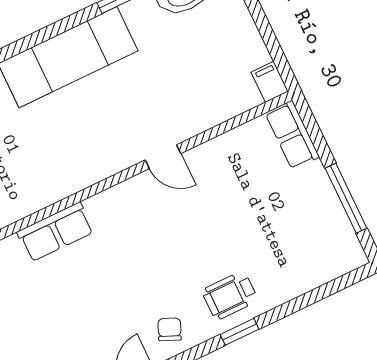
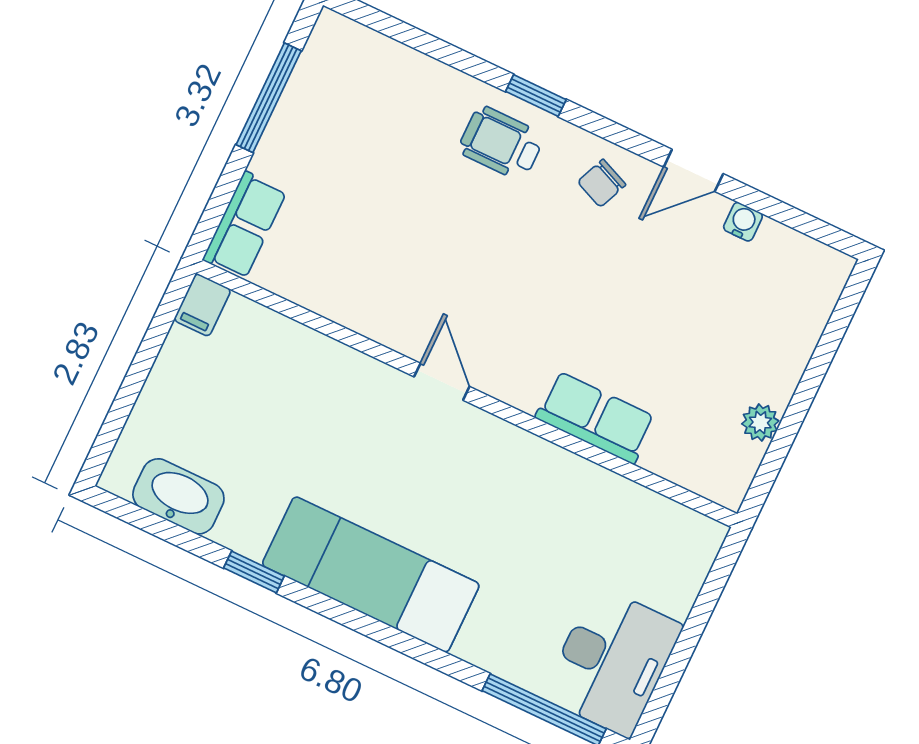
door: (163, 157) -> (442, 382), moved
wheelchair: (230, 295) -> (501, 143), turned 180

